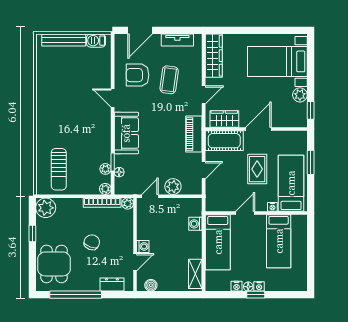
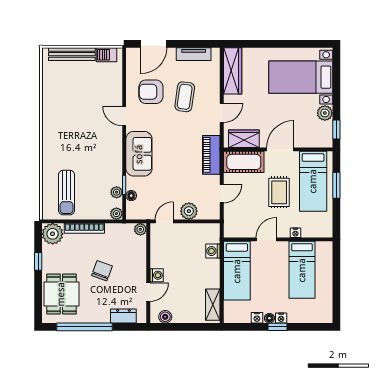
bed: (291, 183) -> (313, 181), moved, turned 180
bookcase: (102, 203) -> (84, 228), moved

